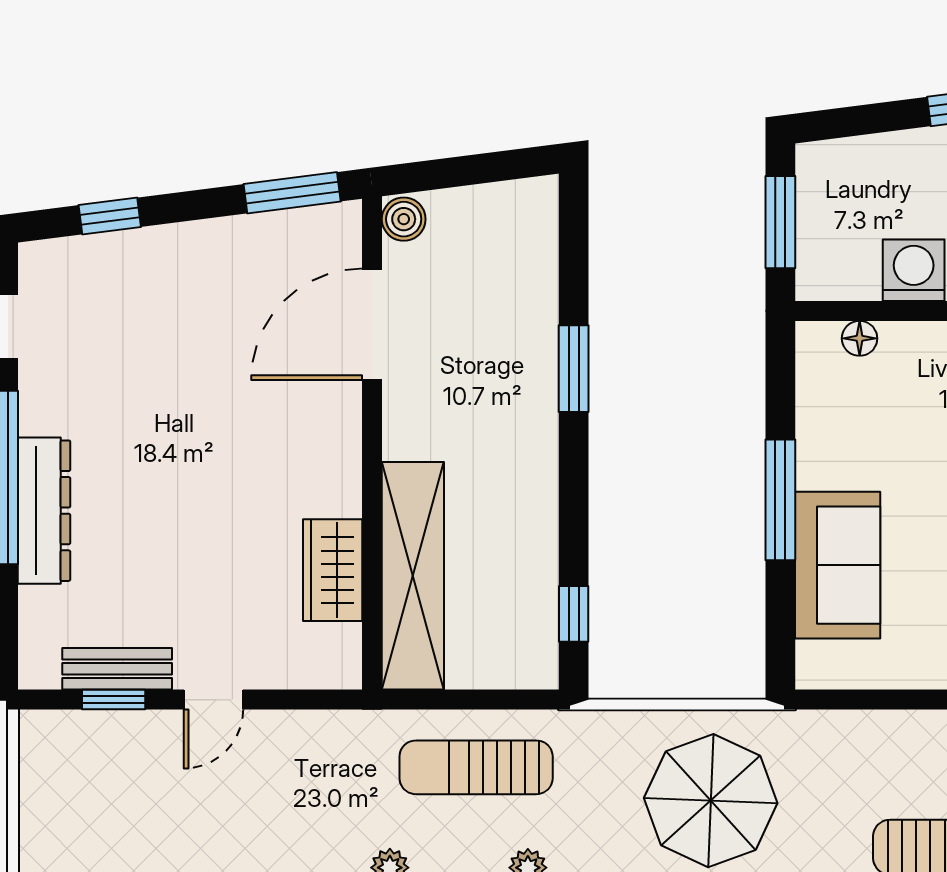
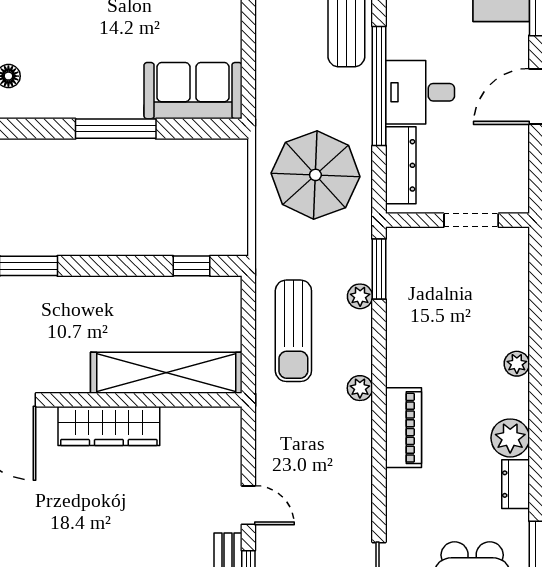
sofa: (838, 565) -> (193, 91), moved
wardrobe: (333, 570) -> (109, 426), moved, width x1.50

